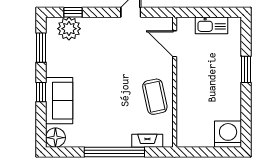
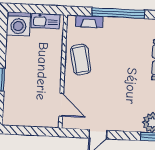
kitchen sink: (212, 25) -> (45, 21), moved, turned 180

